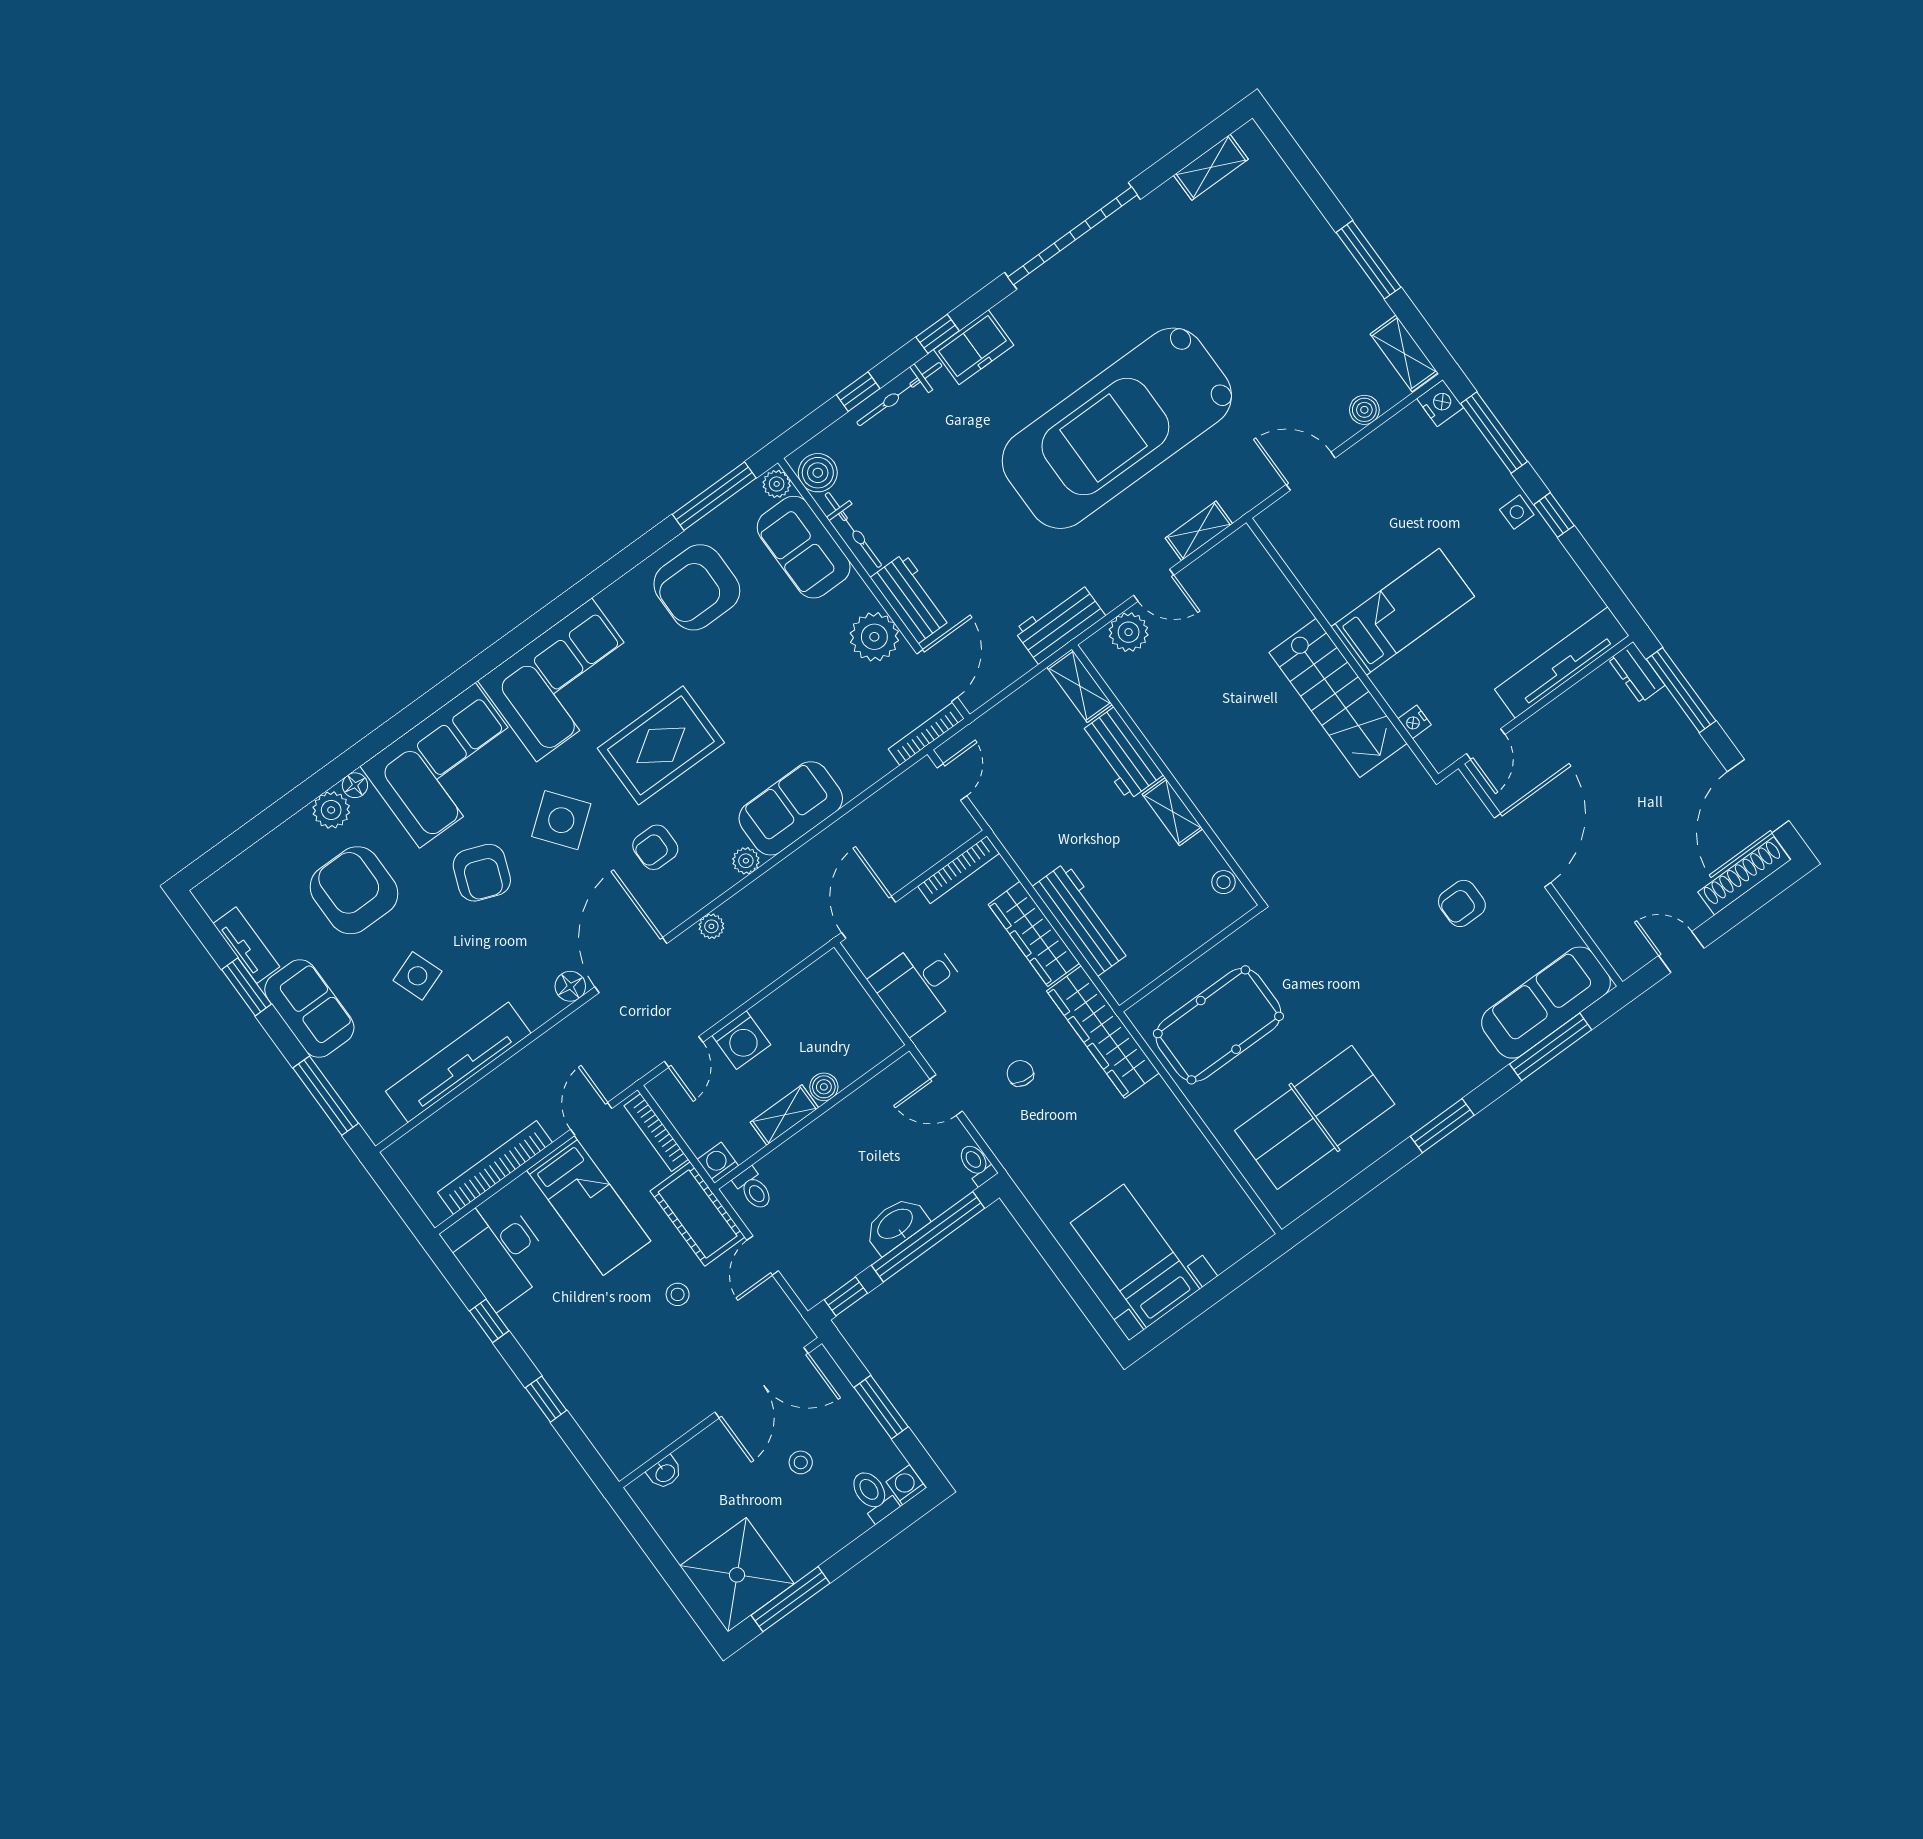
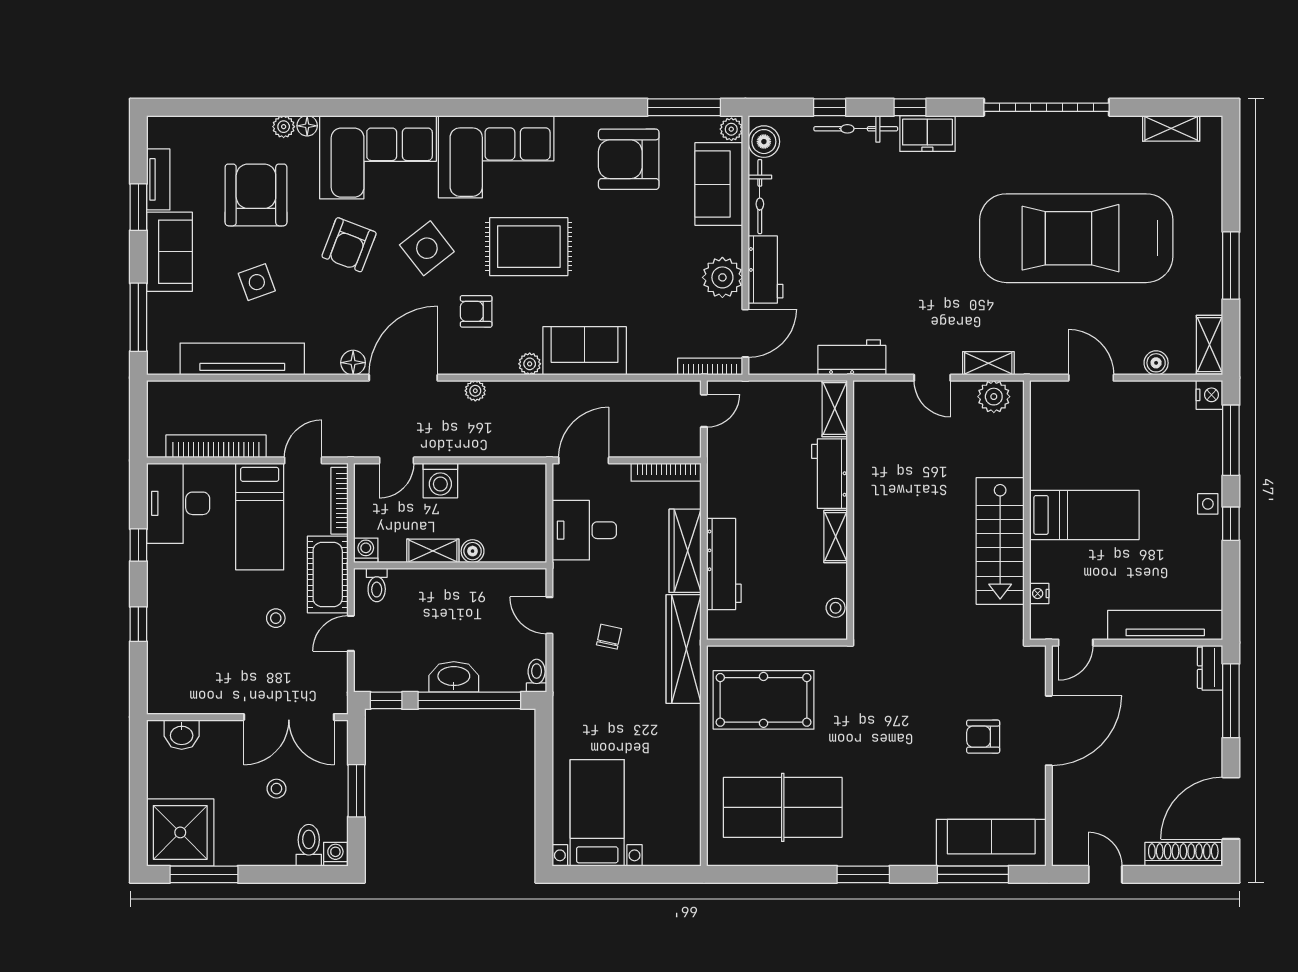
car: (1117, 428) -> (1076, 238), moved
plant: (1129, 632) -> (994, 397), moved
plant: (331, 810) -> (284, 127), width x0.73, depth x0.73
washbasin: (665, 1473) -> (182, 735), width x1.38, depth x1.45

